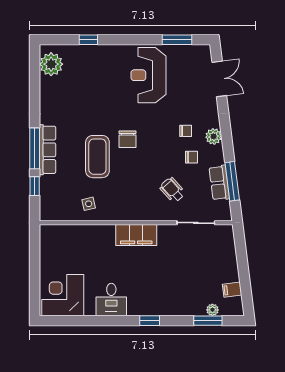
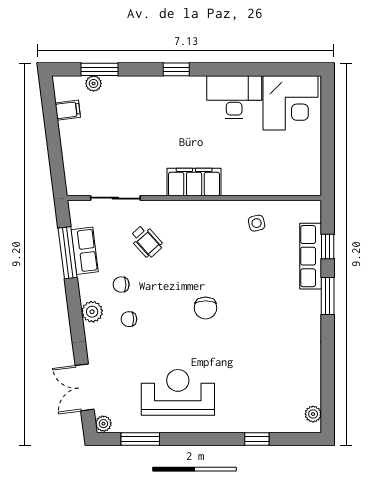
plant: (205, 51) -> (103, 424), added
plant: (51, 64) -> (313, 414), width x0.53, depth x0.53
reception desk: (148, 75) -> (178, 392), turned -90
chair: (127, 139) -> (206, 308), turned 180
window: (35, 148) -> (328, 296), width x0.69
row of seats: (48, 150) -> (311, 256), moved
coffee table: (97, 157) -> (245, 285), removed
desk: (111, 300) -> (234, 97), width x1.37

